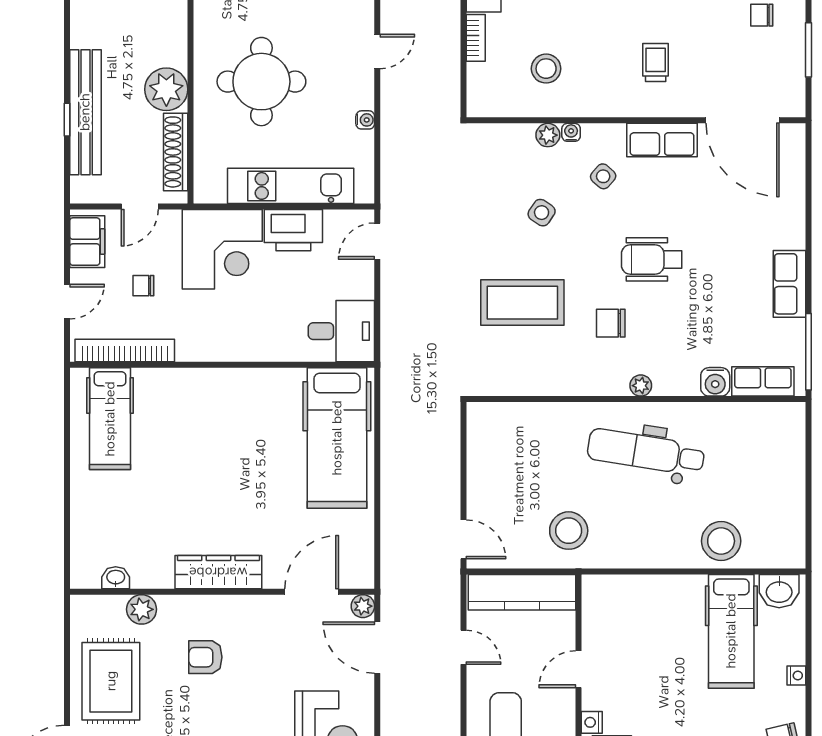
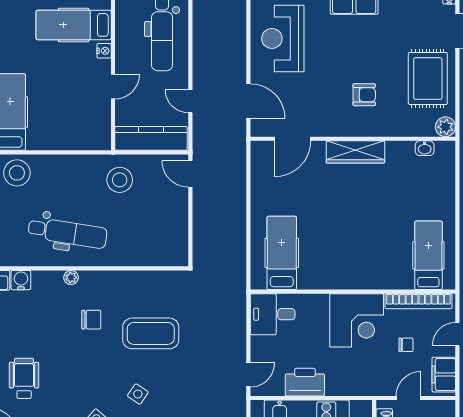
corner desk: (222, 249) -> (357, 320), moved, turned 180
wheelchair: (652, 259) -> (24, 378), moved, turned -90
hospital bed: (337, 438) -> (282, 253), width x0.73, depth x0.78
plant: (363, 606) -> (258, 129), removed
plant: (142, 609) -> (445, 127), moved

